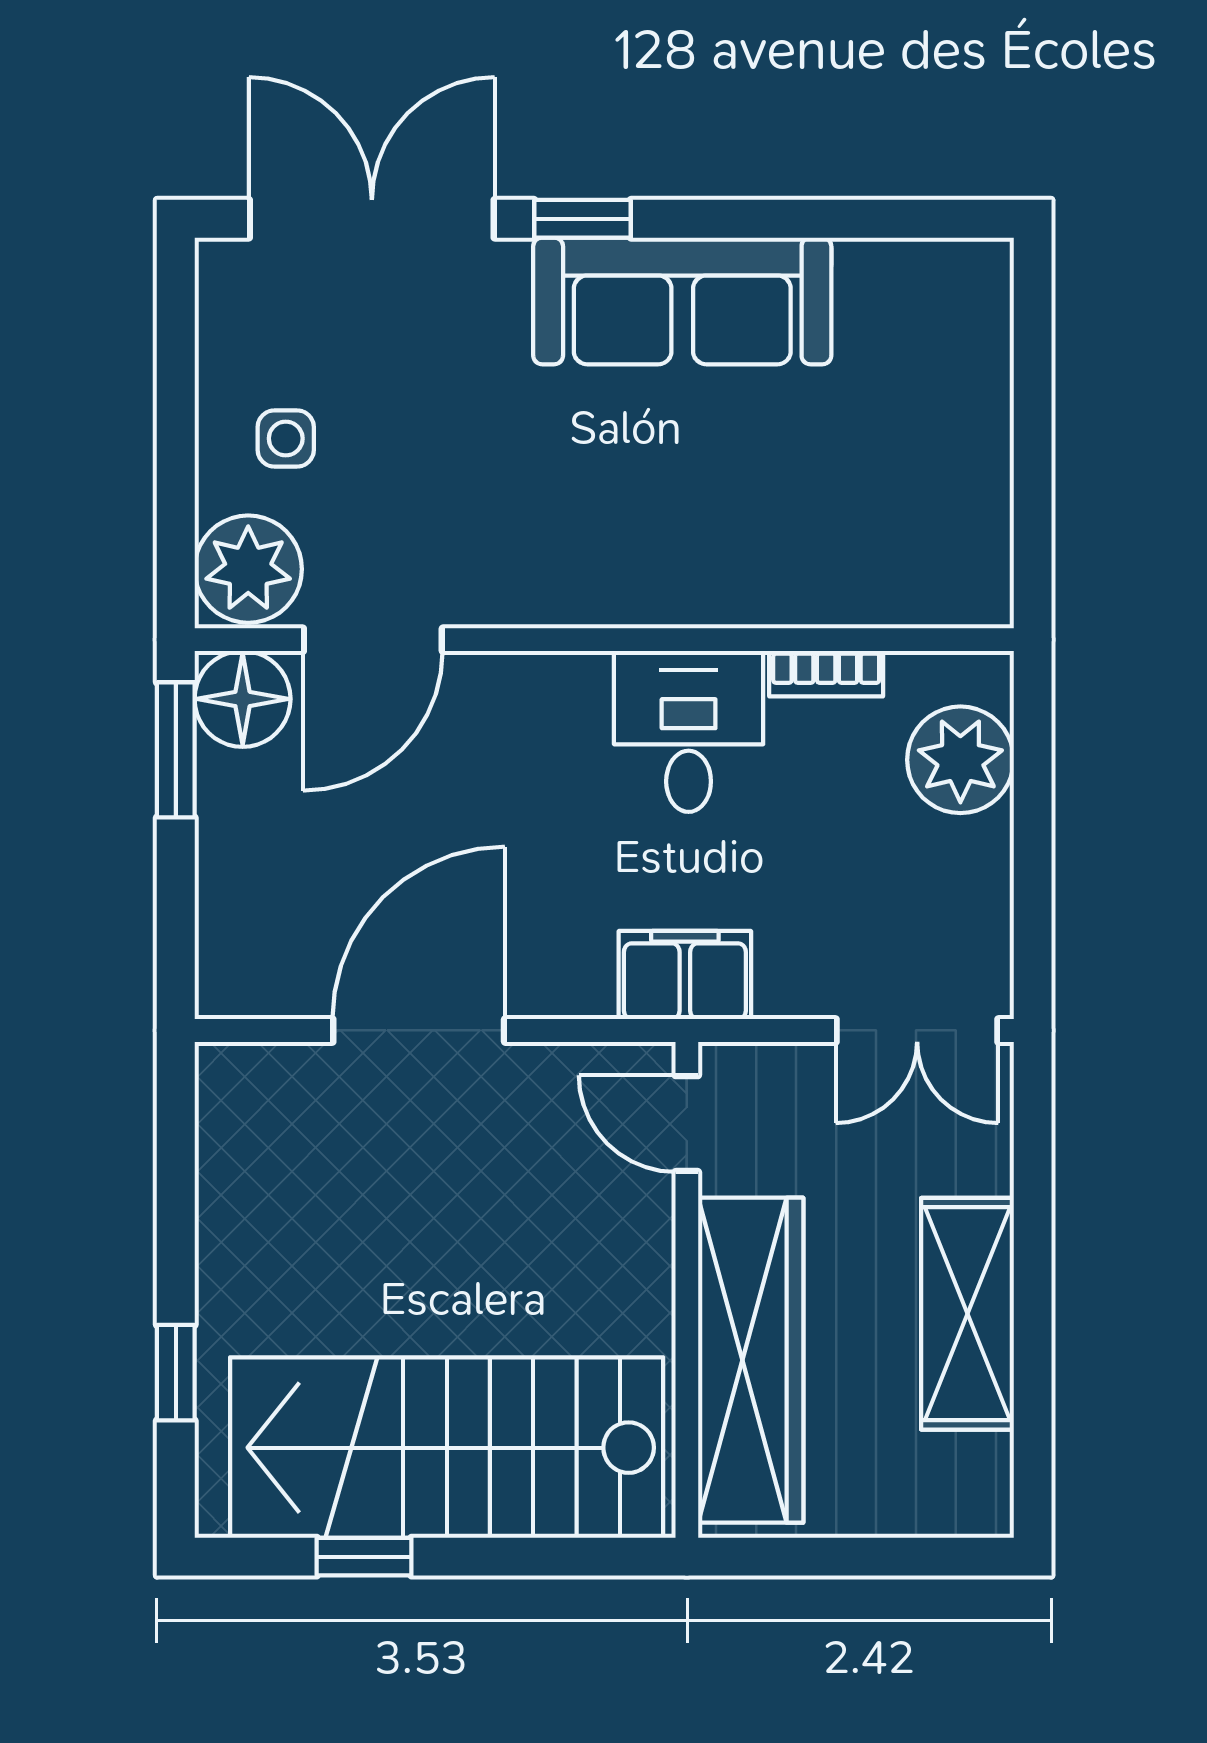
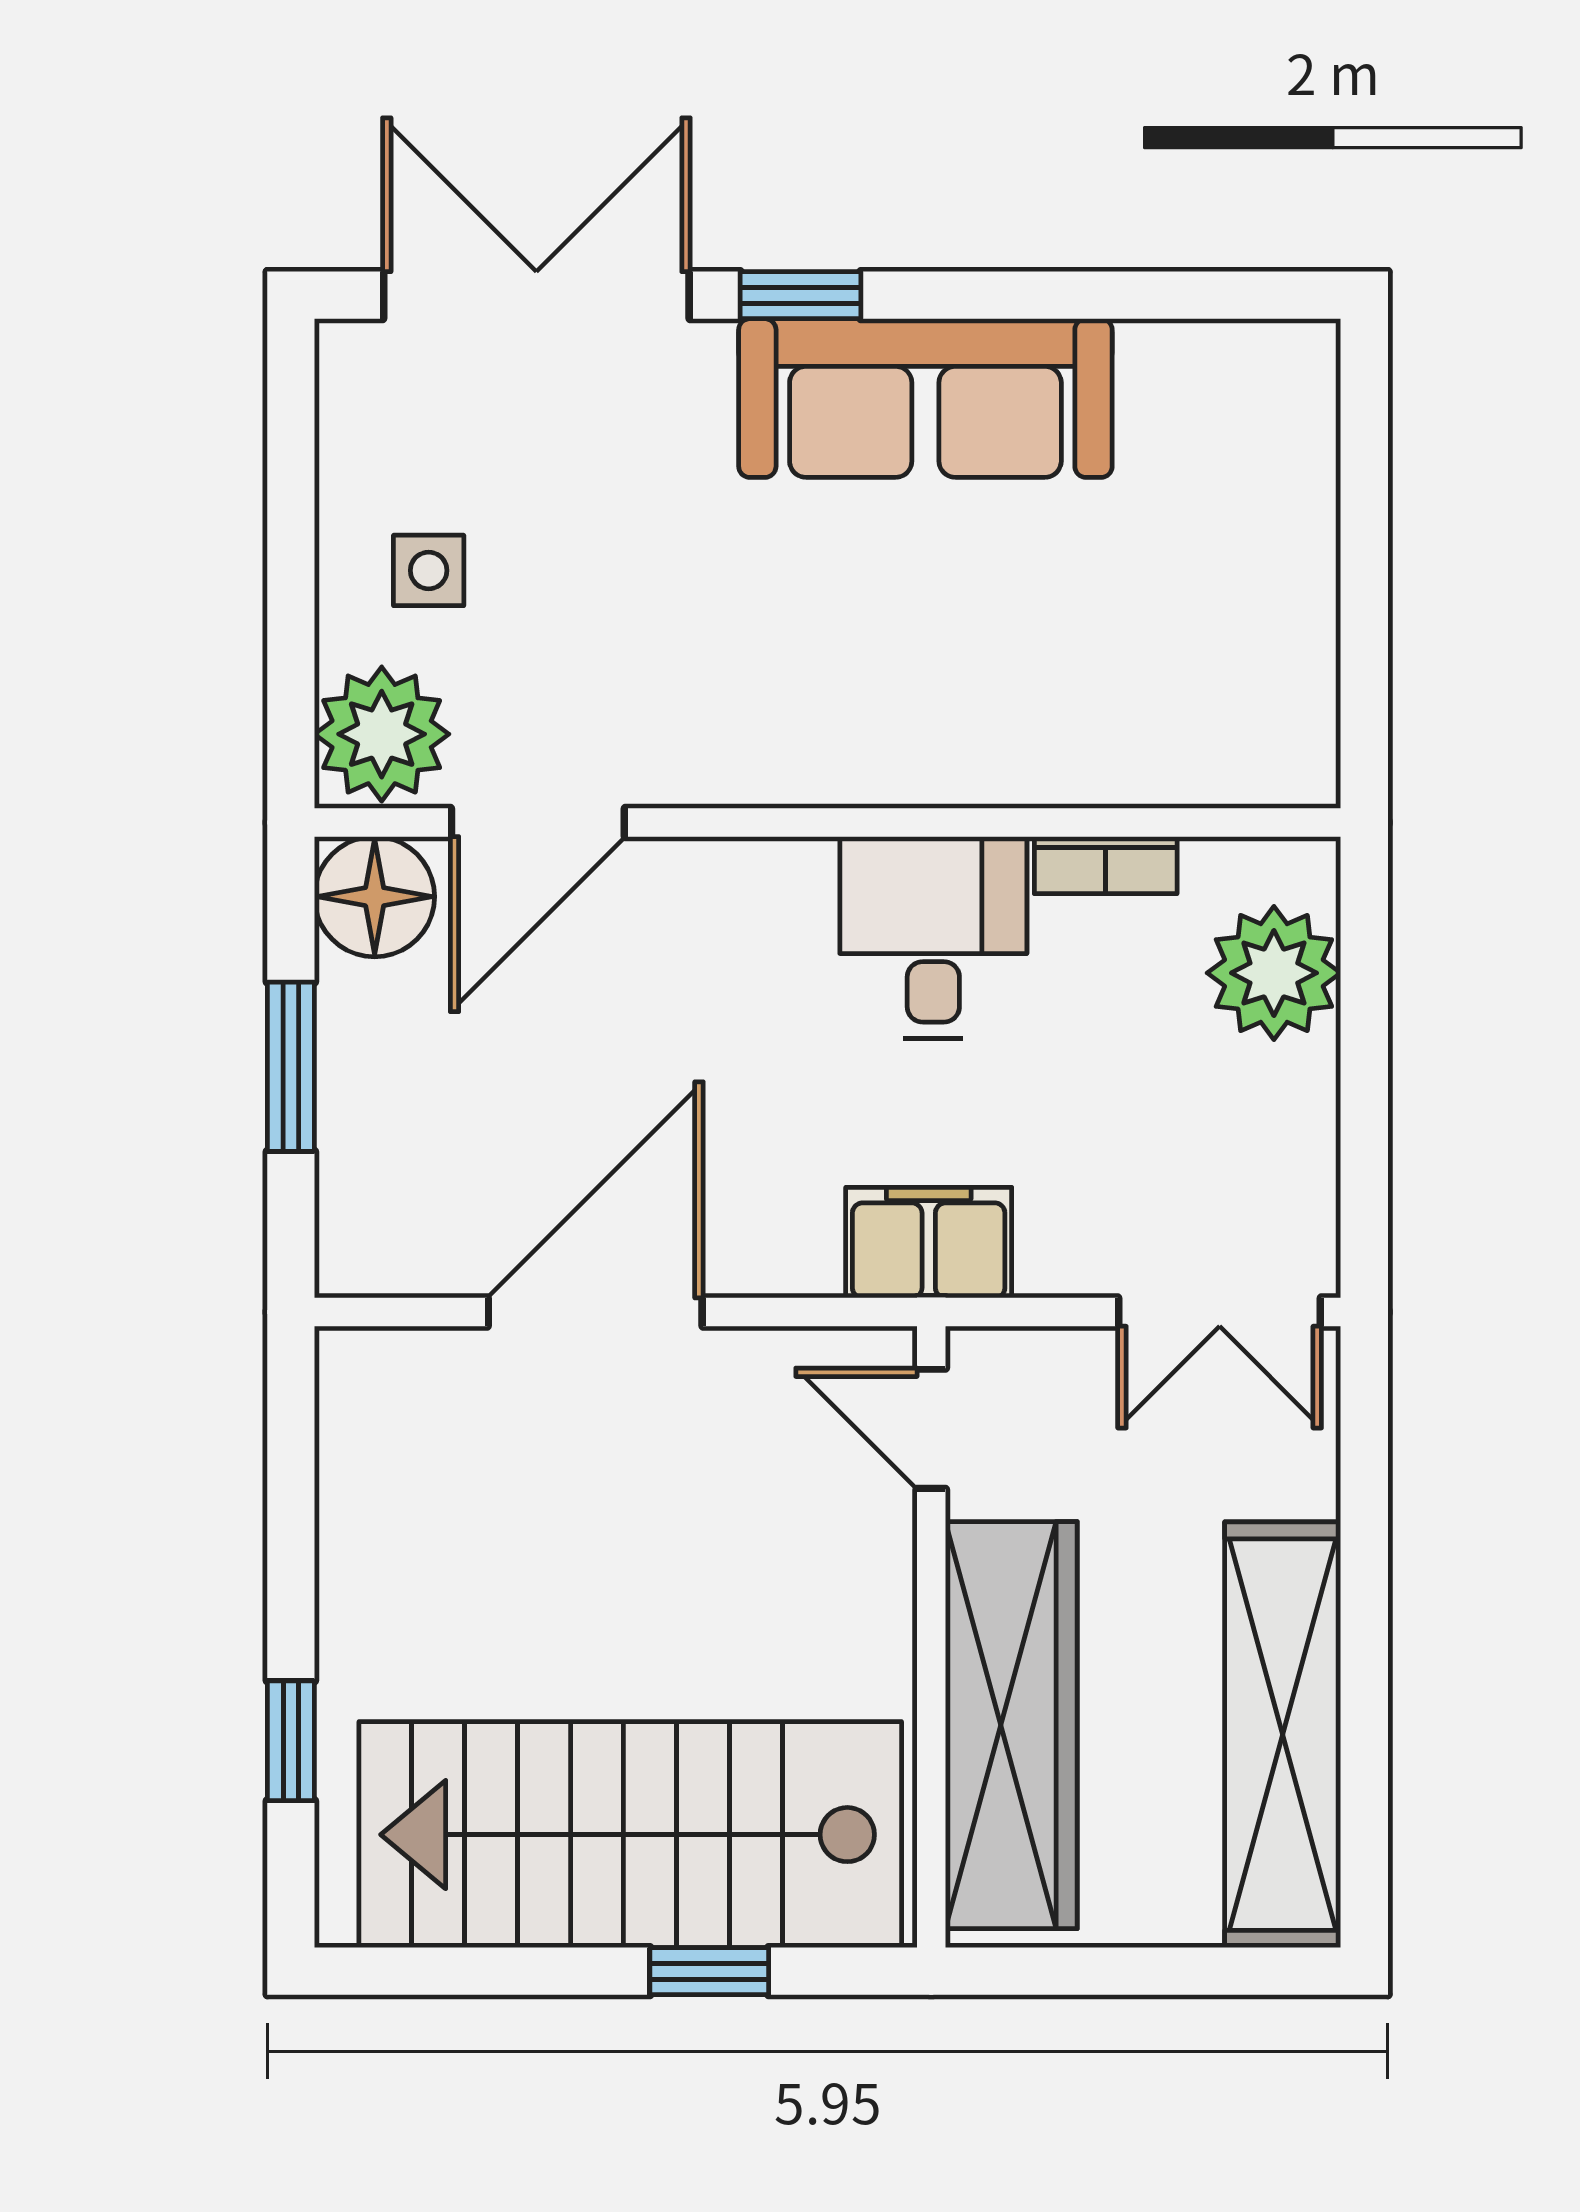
window: (176, 750) -> (291, 1067), moved
shelving: (967, 1314) -> (1283, 1735), width x1.47
window: (364, 1557) -> (709, 1971), moved

